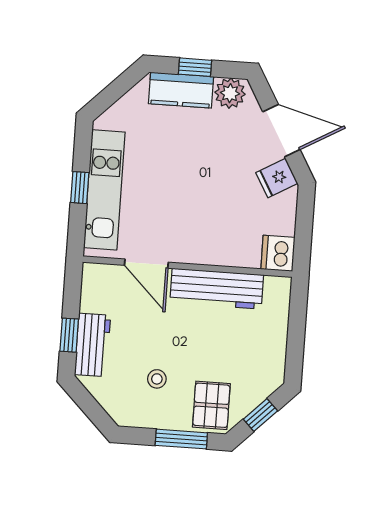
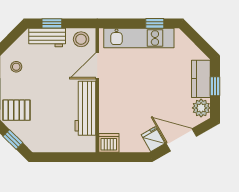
door: (281, 131) -> (181, 140), swing flipped
window: (80, 188) -> (155, 23), moved
stool: (99, 288) -> (81, 39), added
stool: (157, 379) -> (16, 67), moved

